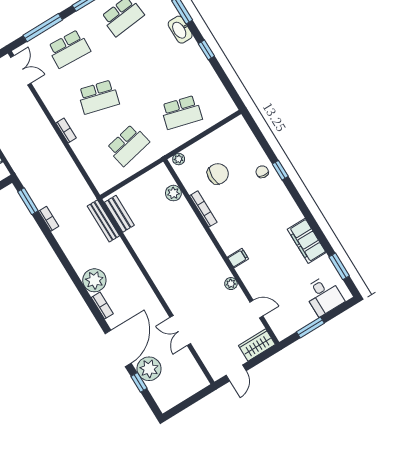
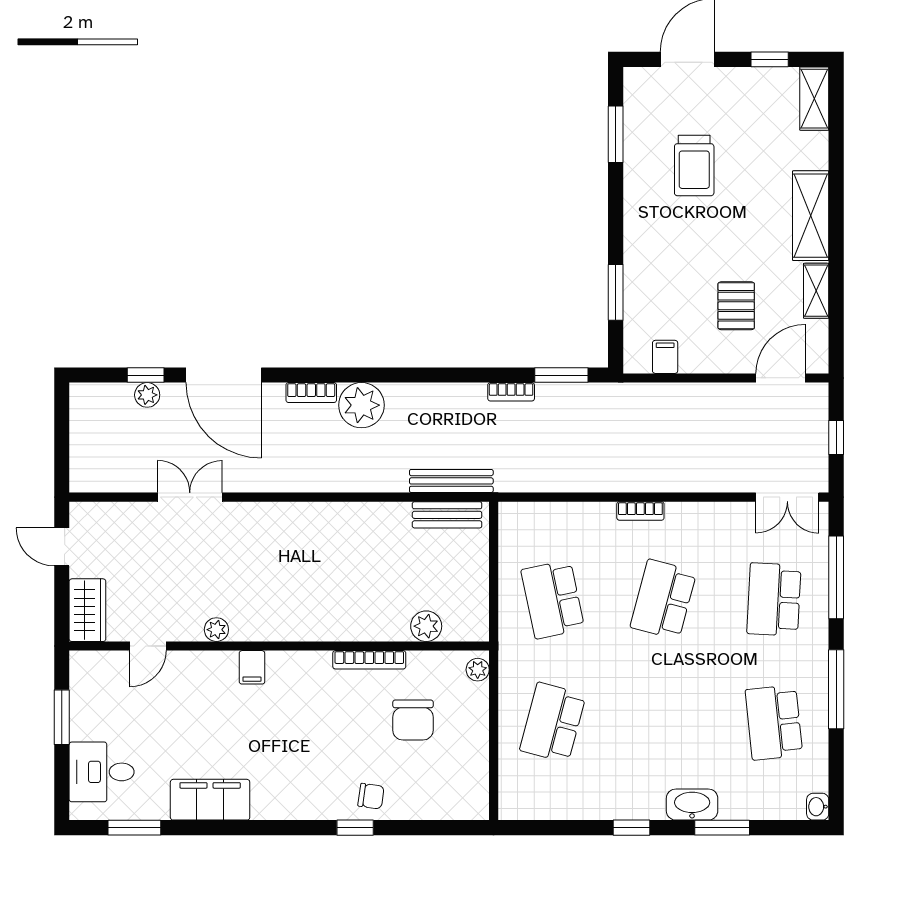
plant: (149, 369) -> (147, 395), width x0.53, depth x0.53

